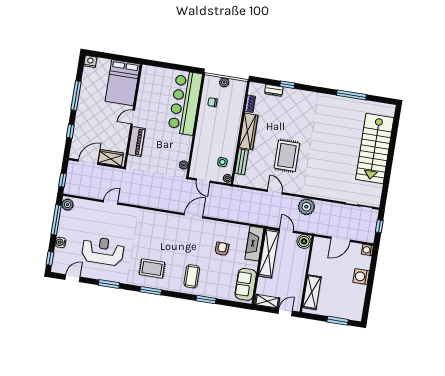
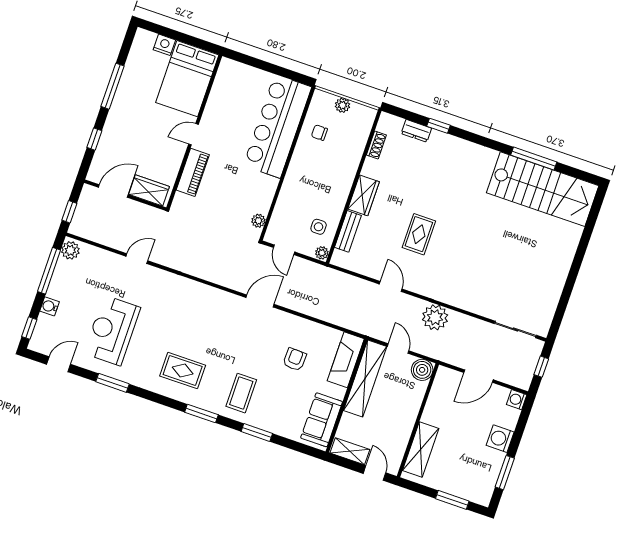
nightstand: (90, 61) -> (164, 45), moved
wardrobe: (248, 131) -> (364, 195), width x0.67
stairs: (375, 149) -> (543, 189), moved, turned -90
rug: (287, 156) -> (419, 234), width x0.73, depth x0.70
reception desk: (103, 251) -> (112, 330), turned -90
window: (151, 291) -> (201, 413), moved
window: (368, 298) -> (505, 473), added
door: (285, 312) -> (375, 473), hinge flipped

